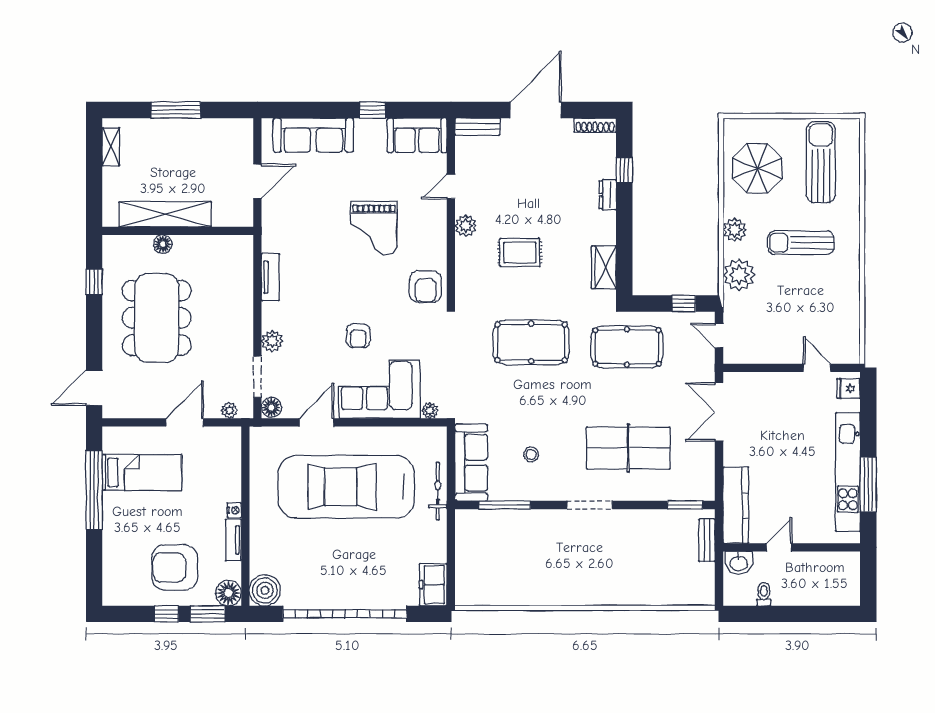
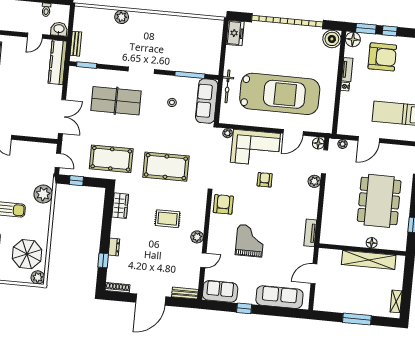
plant: (735, 230) -> (38, 277), moved
tv unit: (270, 277) -> (310, 233), moved
plant: (632, 594) -> (122, 17), added

